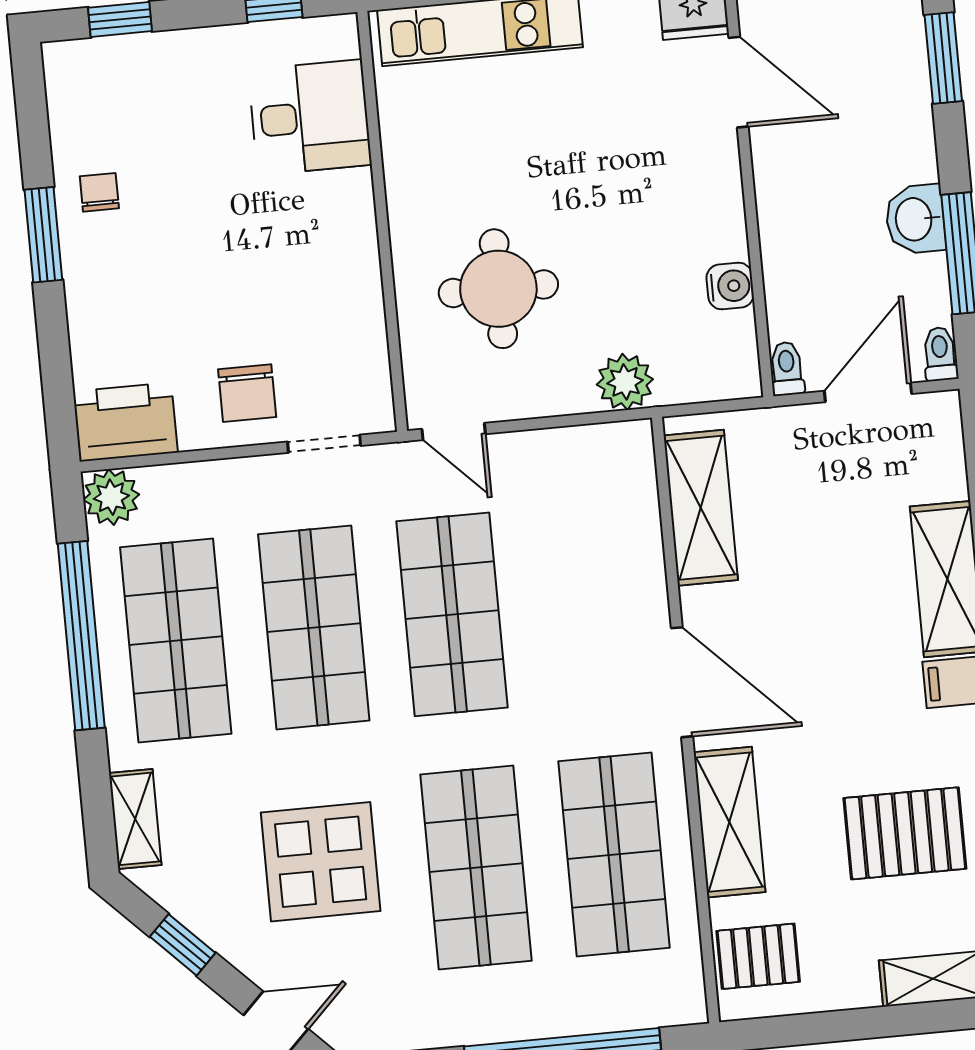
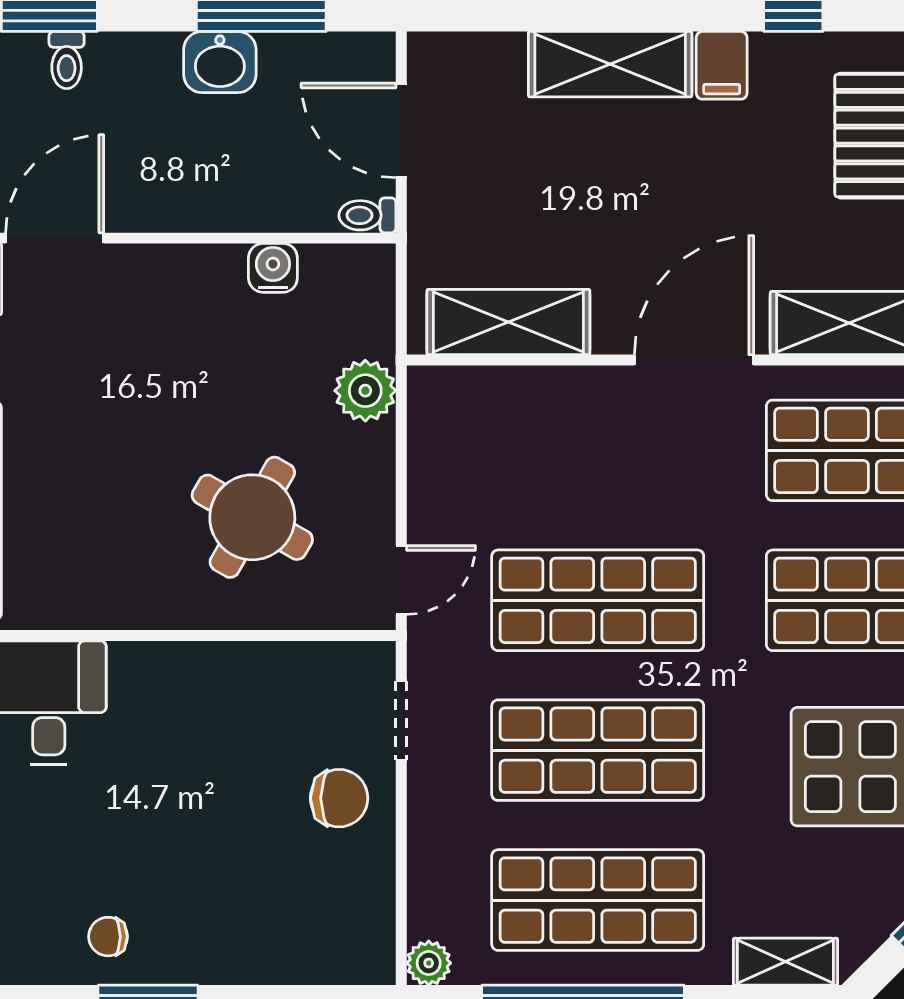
round table: (498, 289) -> (252, 517), turned 30
toilet: (940, 354) -> (67, 60), moved, turned -90
printer: (125, 422) -> (358, 932), removed
plant: (111, 497) -> (429, 963), width x0.73, depth x0.73

